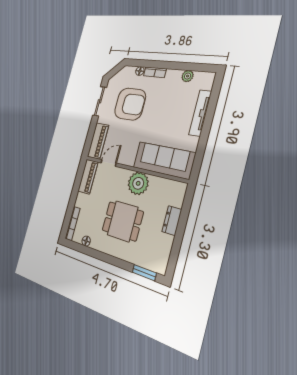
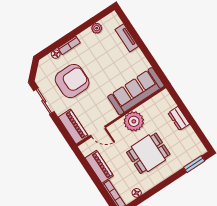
tv unit: (200, 113) -> (127, 38), width x0.71
door: (109, 163) -> (98, 131), swing flipped
piano: (88, 177) -> (99, 167), moved

